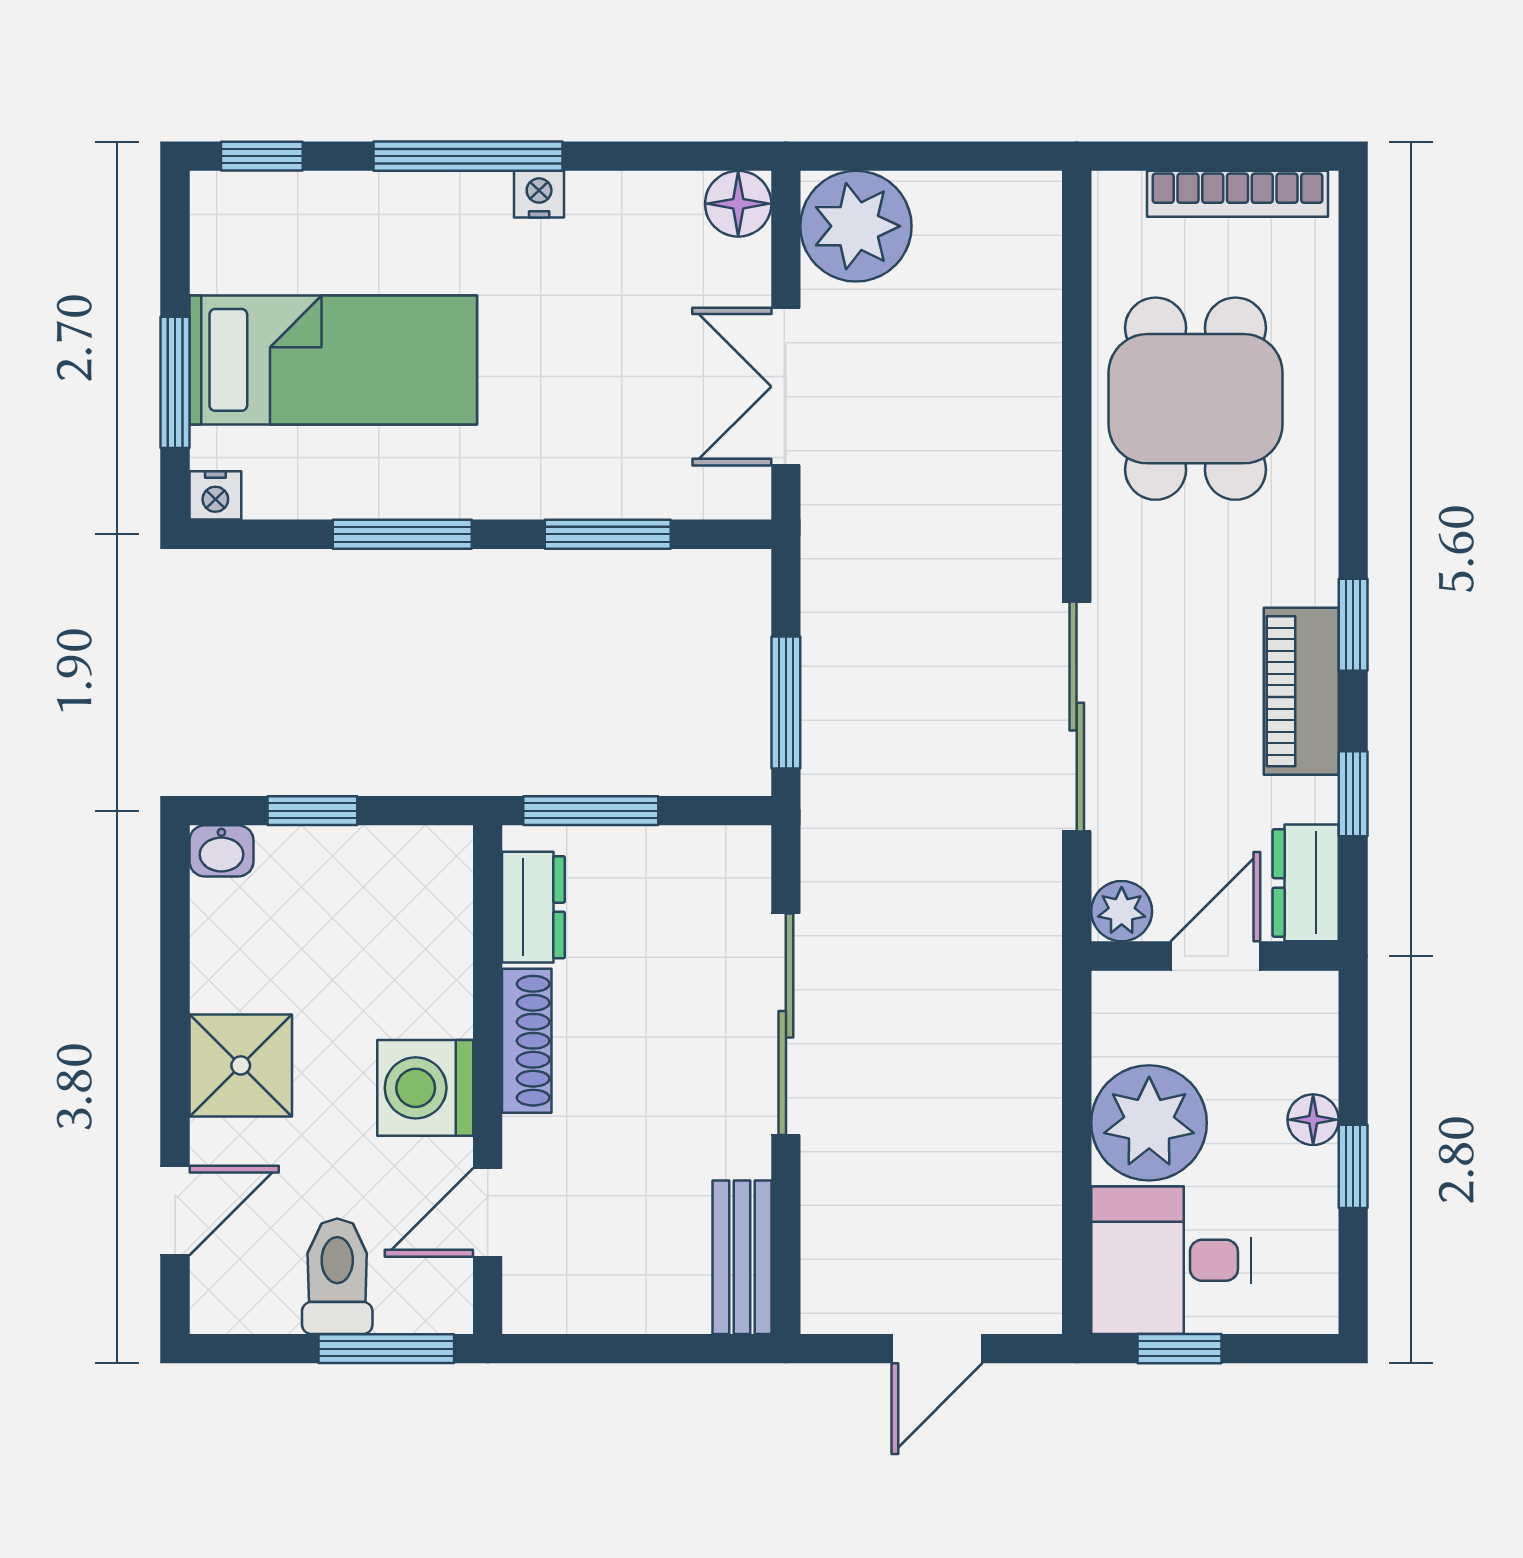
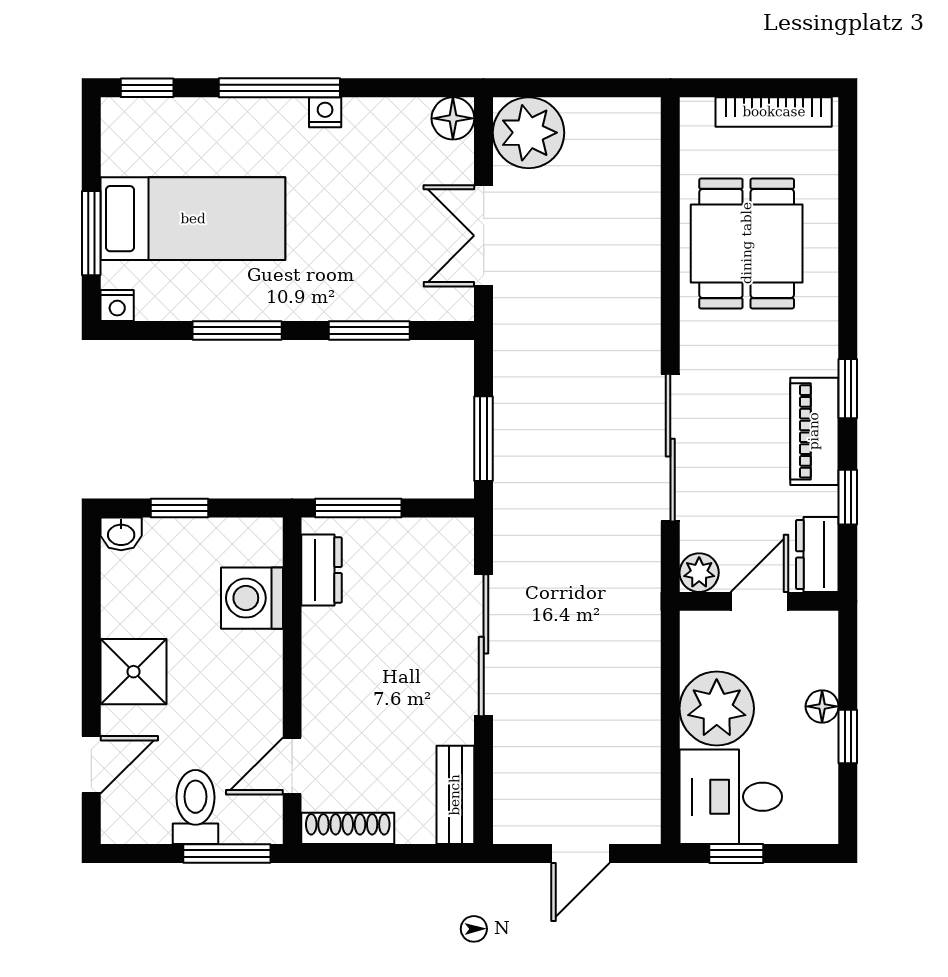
shoe rack: (527, 1041) -> (348, 828), moved, turned -90
washing machine: (425, 1088) -> (252, 598), moved

